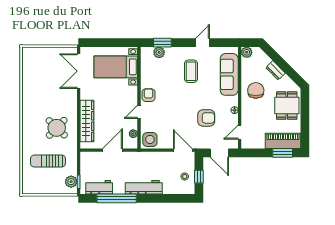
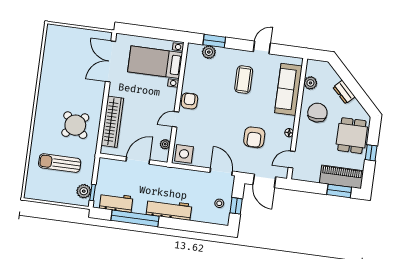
plant: (247, 52) -> (310, 83), moved
armchair: (206, 118) -> (254, 137), turned 90
window: (305, 118) -> (371, 153), added

